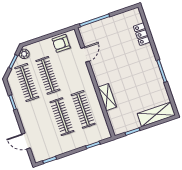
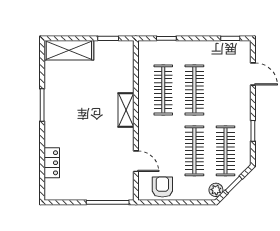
armchair: (61, 43) -> (162, 187), turned -90
door: (85, 55) -> (136, 161), swing flipped
shelving: (107, 97) -> (126, 110), moved

